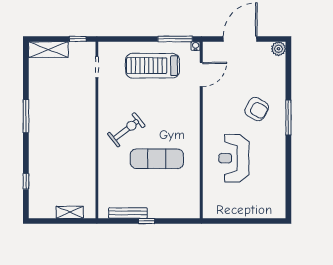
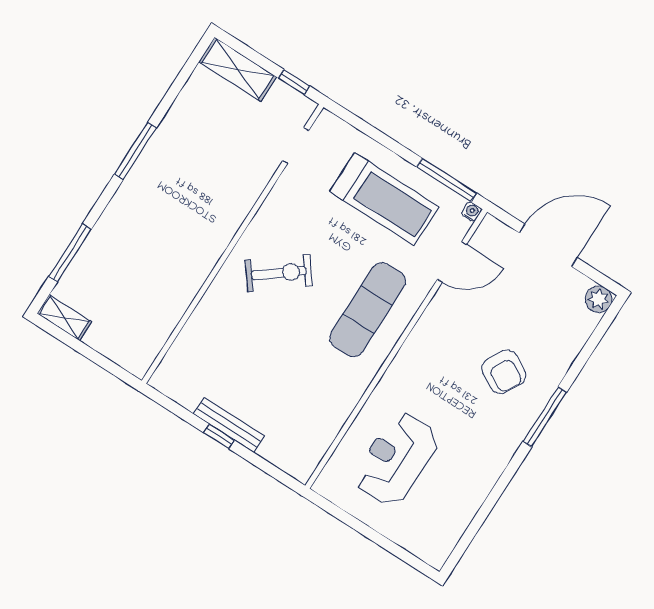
treadmill: (152, 66) -> (384, 199), turned 180
reception desk: (234, 158) -> (396, 459), moved
exercise mat: (157, 159) -> (368, 310), moved, turned 90
window: (26, 181) -> (70, 253), width x2.17
shelving: (70, 212) -> (64, 318), moved
bench: (128, 213) -> (229, 425), moved

